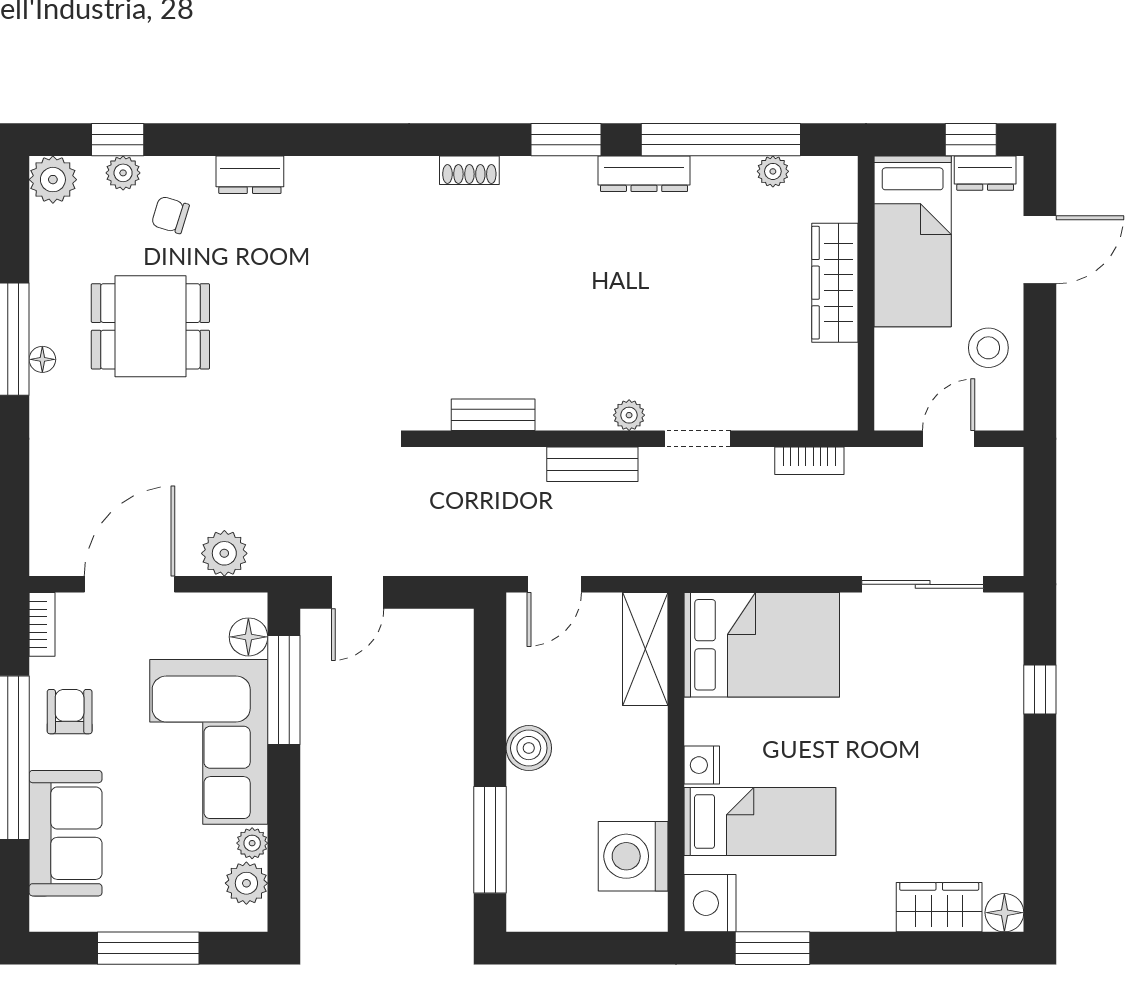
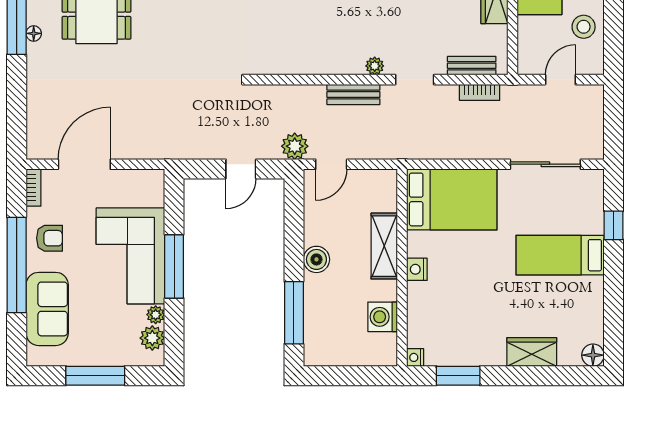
bench: (493, 415) -> (472, 66), moved
plant: (224, 553) -> (295, 146), moved
door: (358, 592) -> (241, 169), moved
floor lamp: (248, 637) -> (154, 195), removed
shelving: (645, 649) -> (384, 246), moved
window: (284, 690) -> (174, 266), moved
armchair: (70, 712) -> (49, 238), turned 90
bed: (760, 822) -> (560, 255), moved, turned 180
washing machine: (633, 856) -> (383, 317), width x0.73, depth x0.73
nightstand: (710, 903) -> (415, 357), width x0.53, depth x0.56
wardrobe: (939, 907) -> (532, 352), moved

